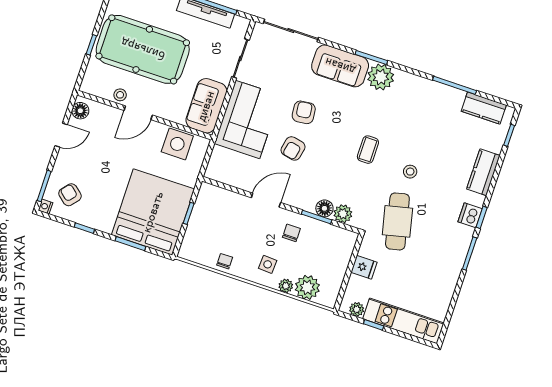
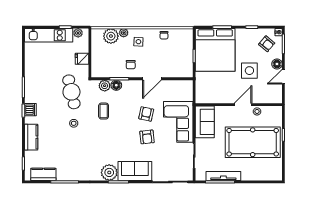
floor lamp: (80, 111) -> (277, 64), moved
side table: (177, 144) -> (249, 71), moved
coffee table: (368, 150) -> (104, 111), moved

